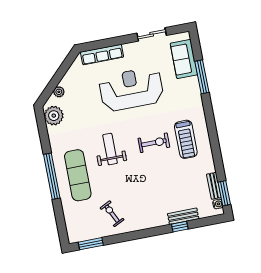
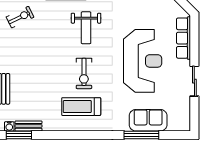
sliding door: (152, 34) -> (194, 81), moved
sofa: (184, 59) -> (148, 120), moved
weight bench: (110, 149) -> (86, 28), turned 90

